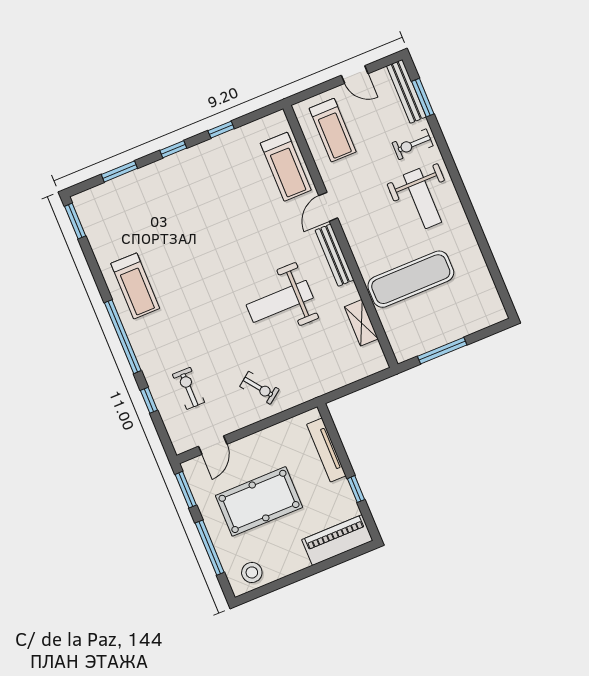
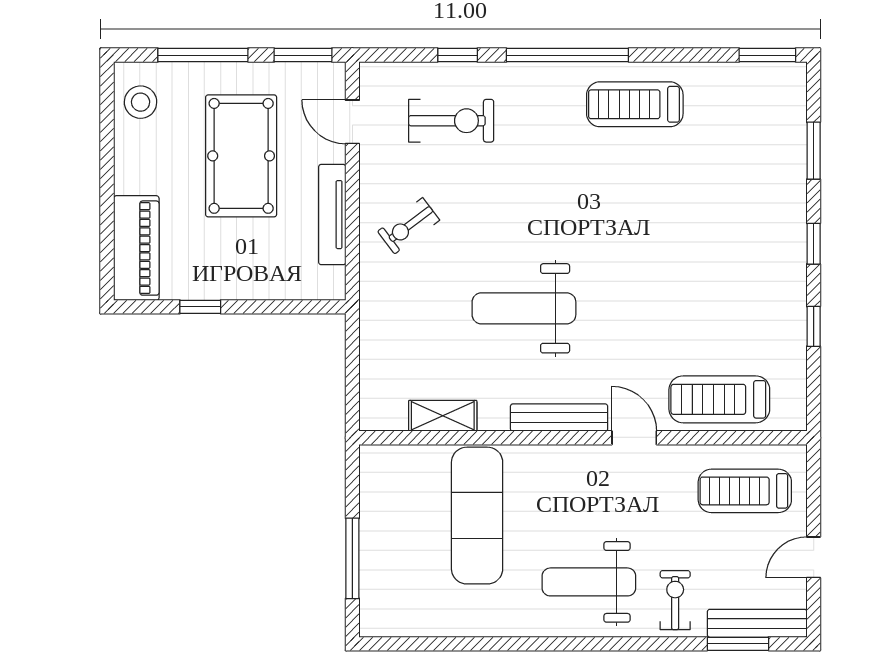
weight bench: (280, 301) -> (524, 308), turned -90
window: (442, 351) -> (352, 558), moved
exercise bike: (189, 388) -> (451, 121), width x1.38, depth x1.39
tv unit: (326, 450) -> (332, 215), moved, turned -90

